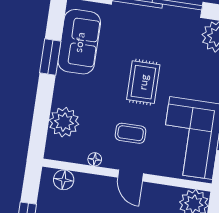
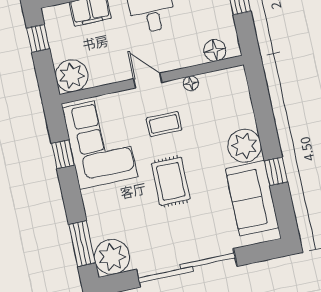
window: (50, 57) -> (276, 171), width x0.67
plant: (64, 122) -> (244, 146), moved

